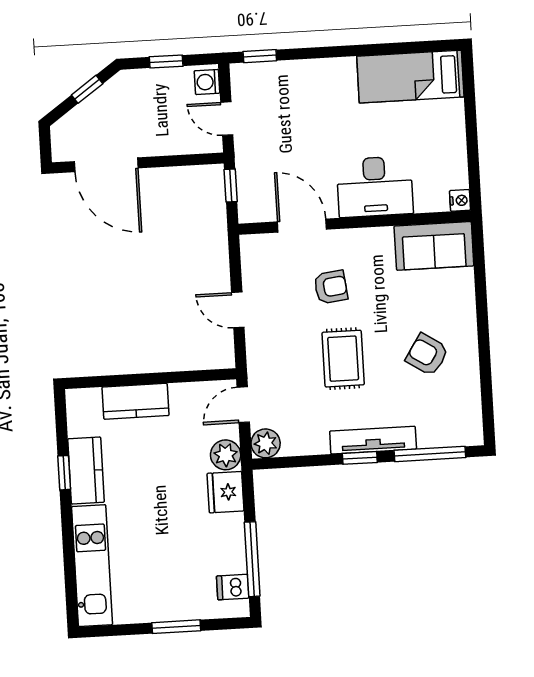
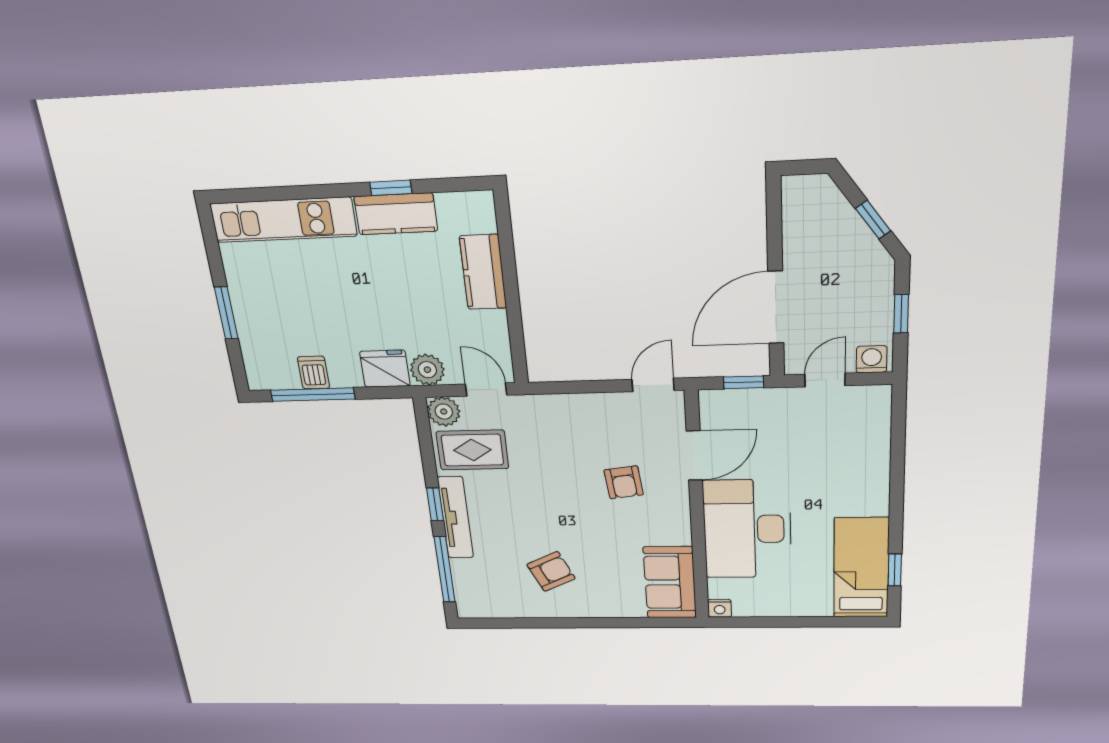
window: (260, 56) -> (895, 570), moved
door: (106, 165) -> (776, 308), moved
desk: (375, 187) -> (747, 529), width x1.36, depth x1.30
door: (238, 310) -> (653, 385), moved
armchair: (427, 355) -> (551, 571), turned 32
rug: (343, 359) -> (472, 450), moved
dishwasher: (233, 587) -> (314, 373), moved

